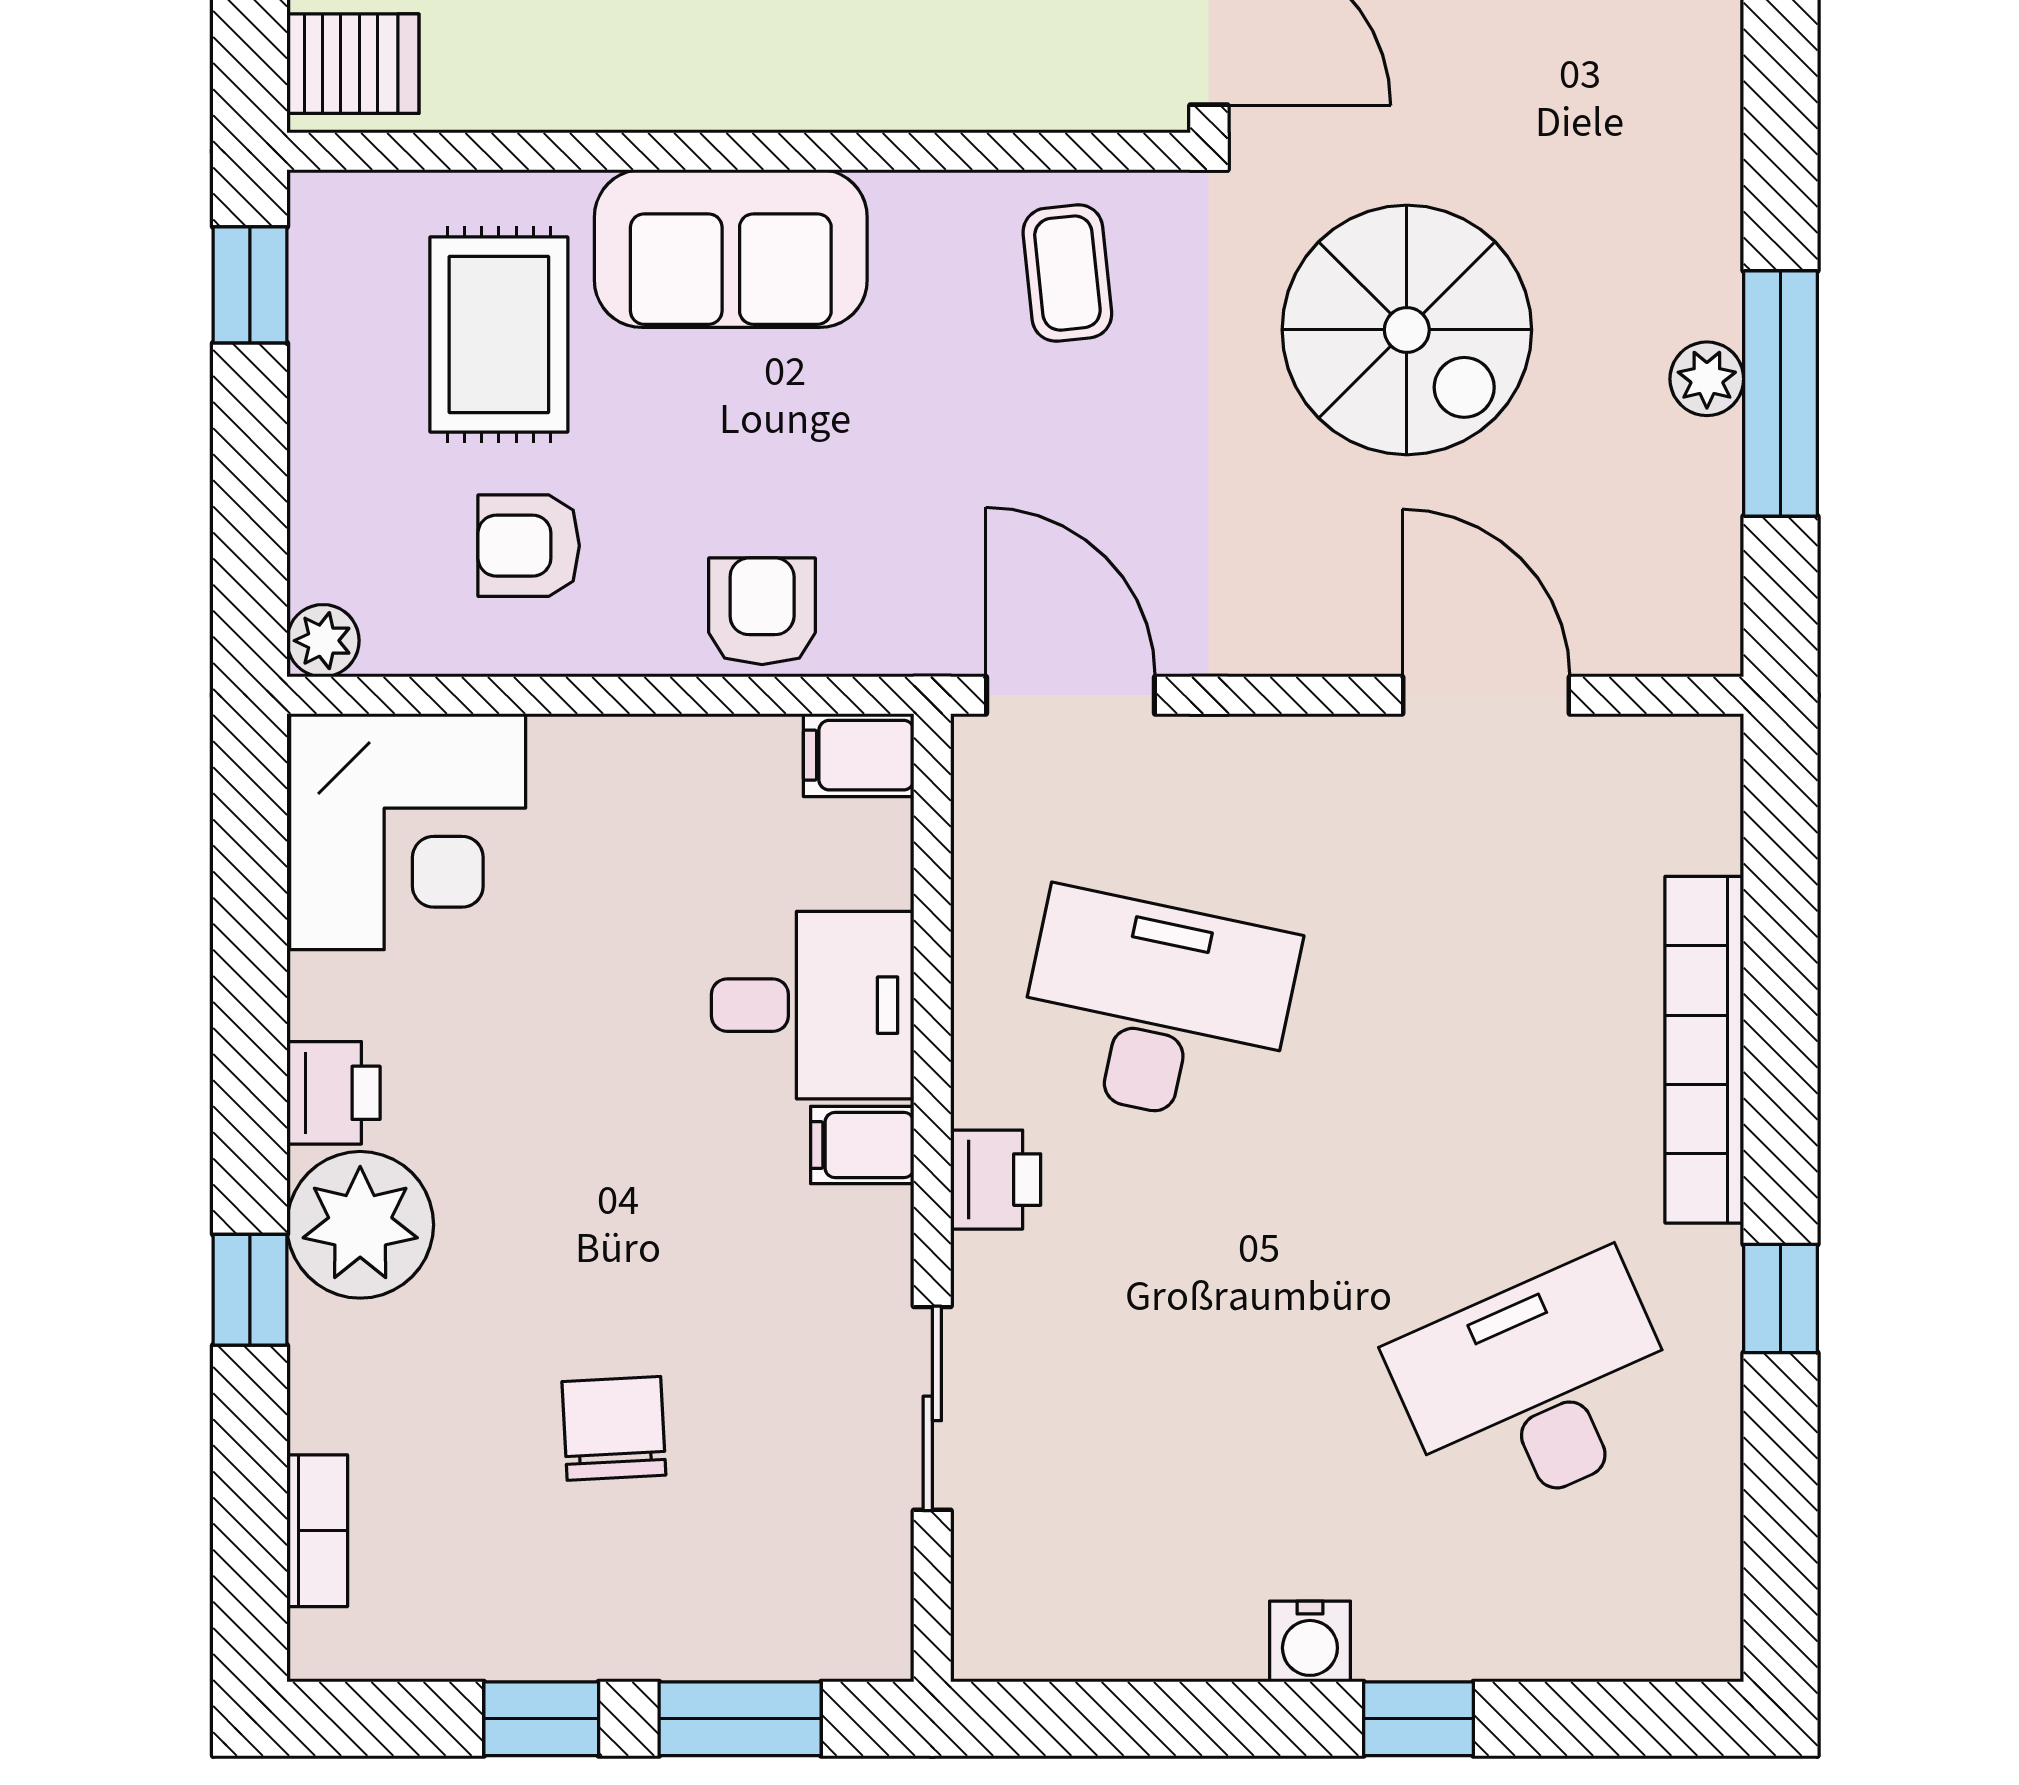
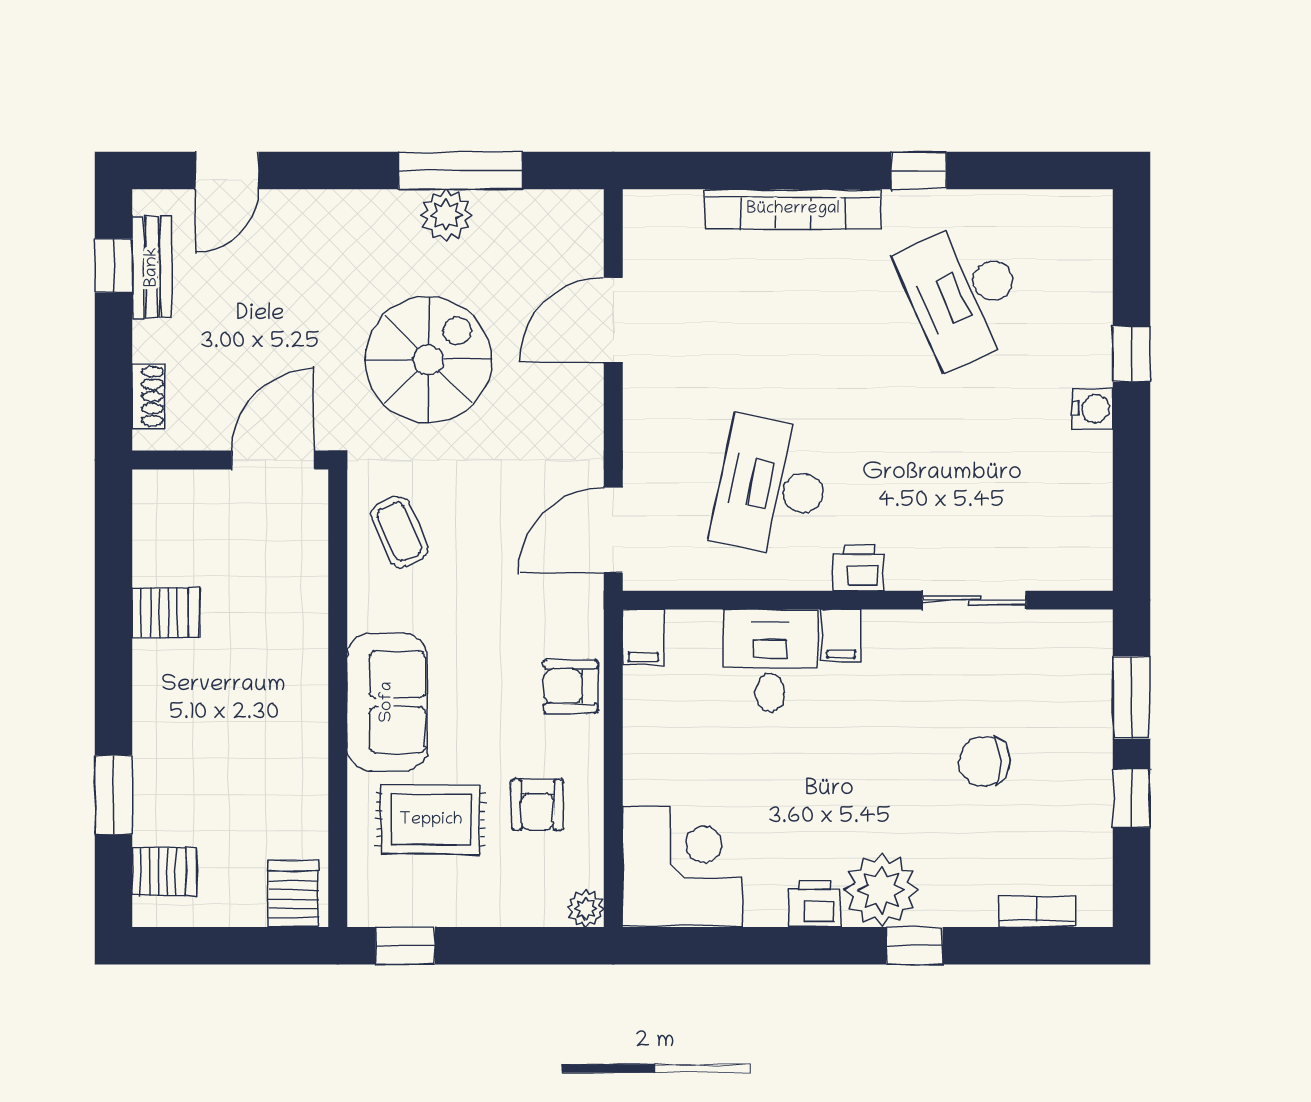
coffee table: (1067, 273) -> (399, 532), turned 72
plant: (1707, 379) -> (446, 215), width x1.38, depth x1.38

